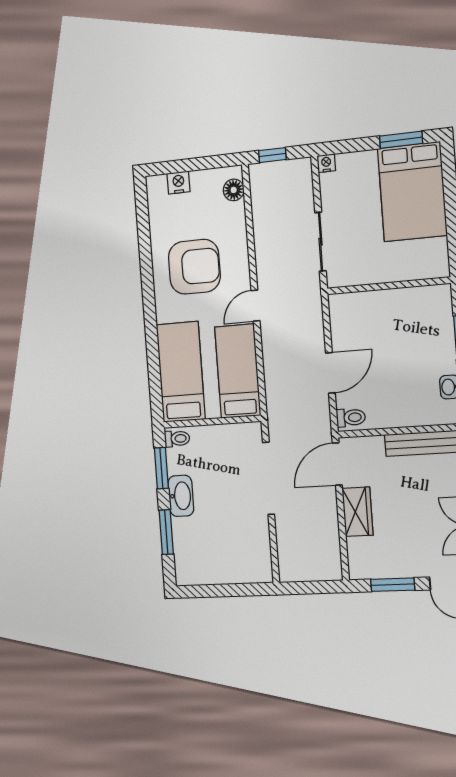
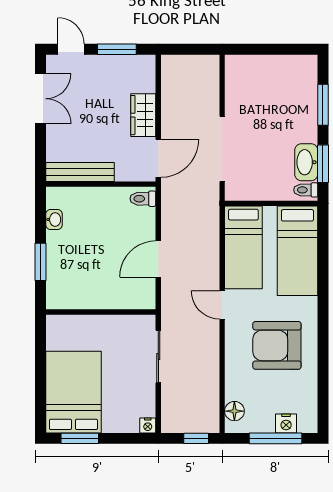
window: (188, 165) -> (276, 438), added
door: (256, 306) -> (222, 305), swing flipped
door: (330, 373) -> (158, 259), moved
washbasin: (181, 496) -> (306, 162), moved

